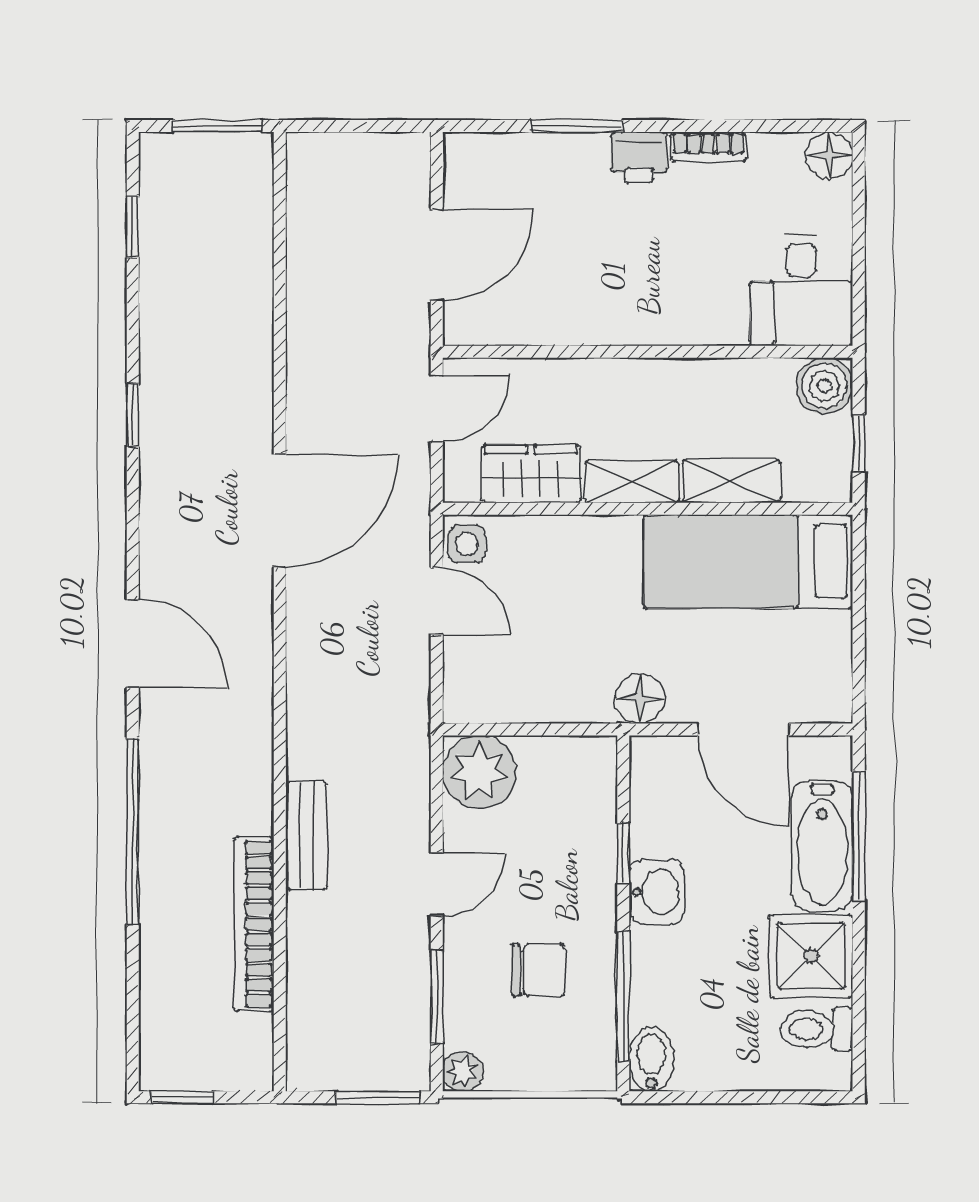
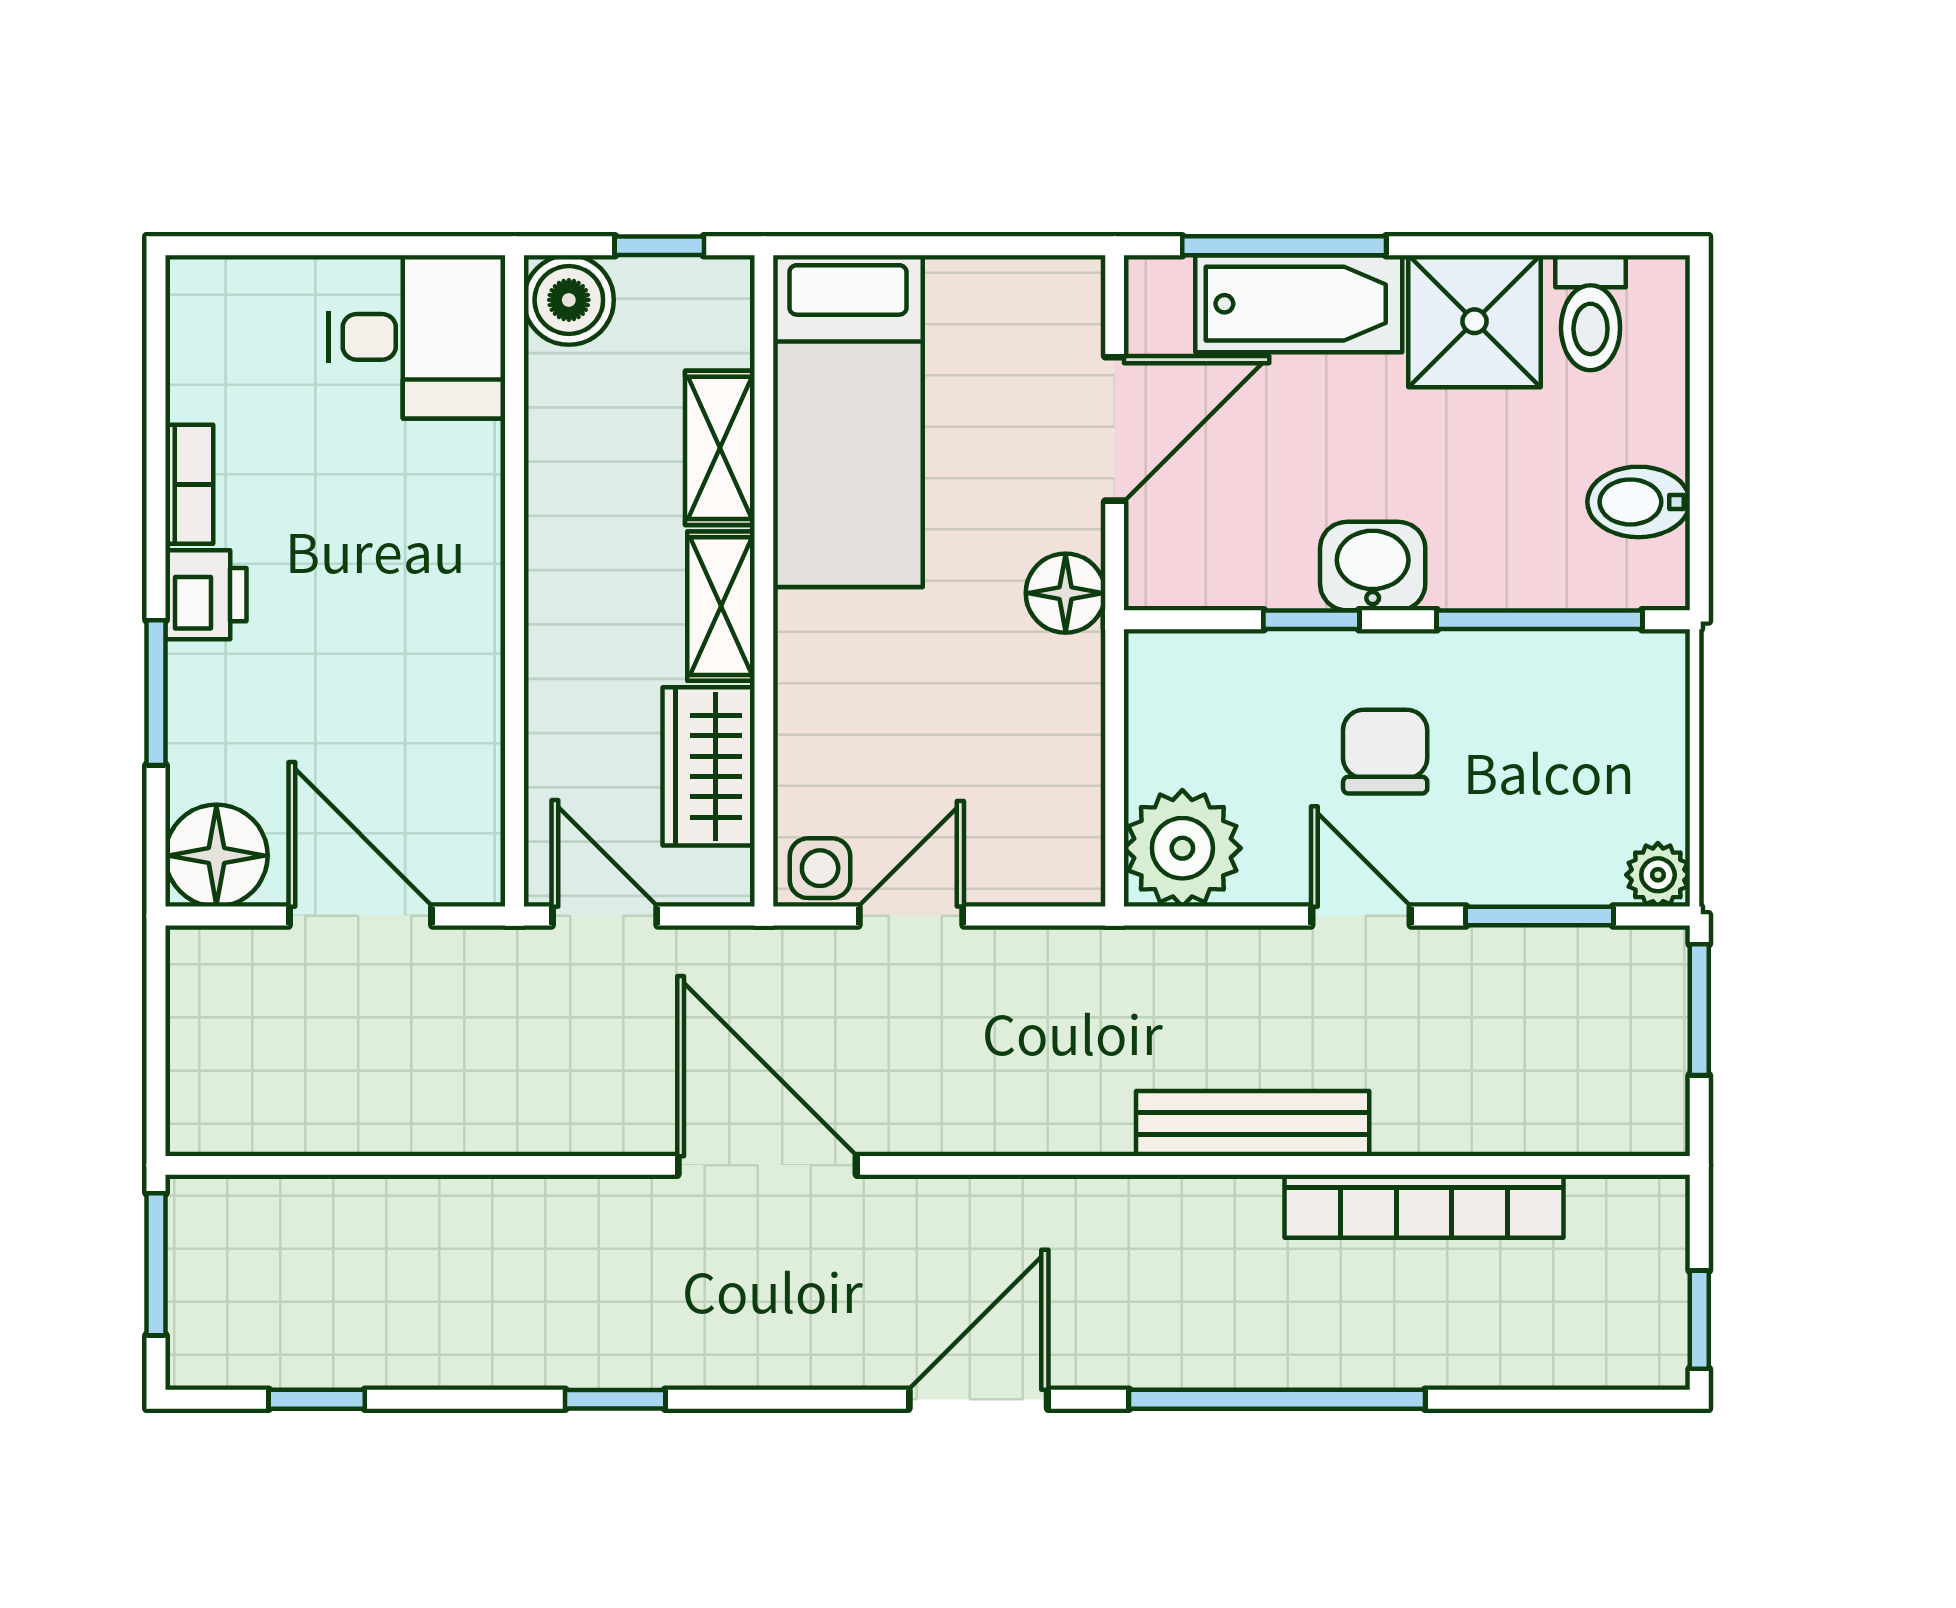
floor lamp: (829, 155) -> (216, 856), moved, width x1.38, depth x1.38
bench: (306, 836) -> (1253, 1123), width x1.36
chair: (538, 970) -> (1385, 752), moved
bidet: (651, 1059) -> (1639, 502), moved

